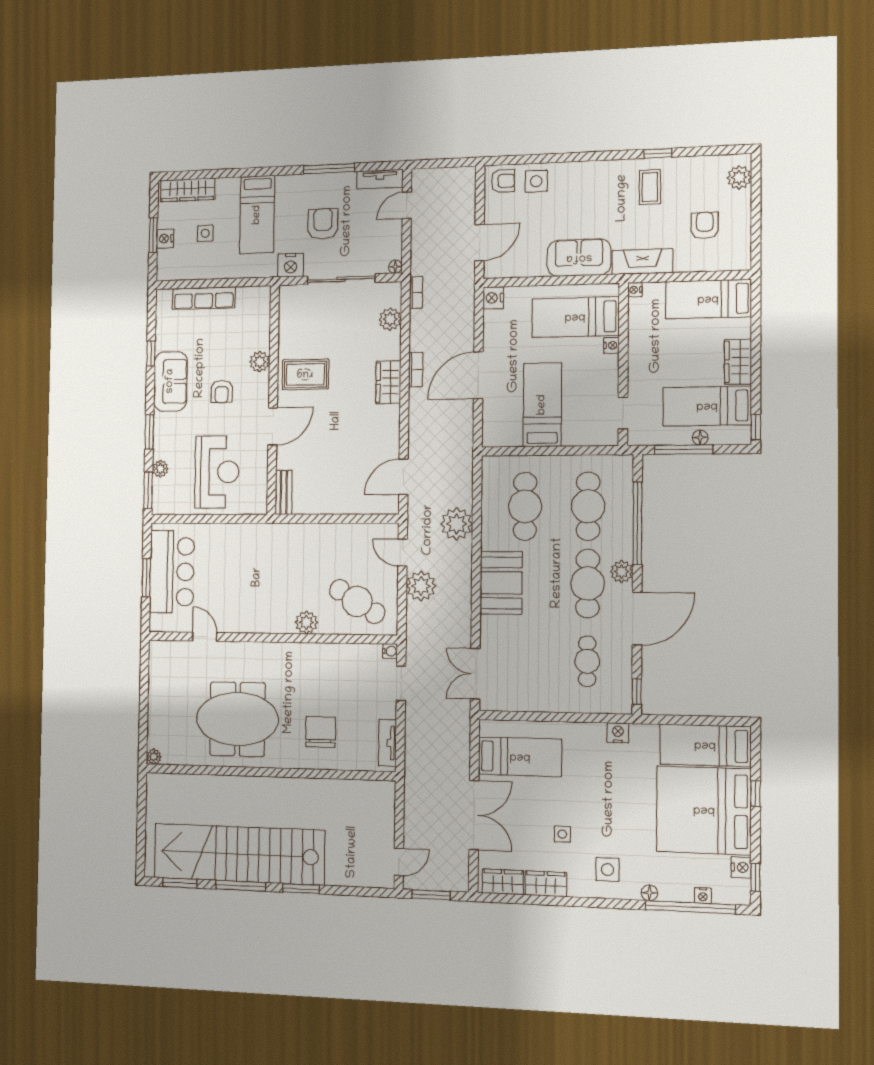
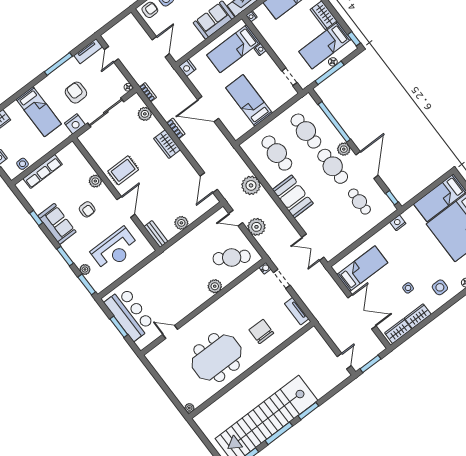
side table: (205, 233) -> (23, 164), moved
door: (478, 375) -> (208, 109), hinge flipped
reception desk: (217, 472) -> (115, 249), turned 90
plant: (327, 503) -> (181, 223), added

